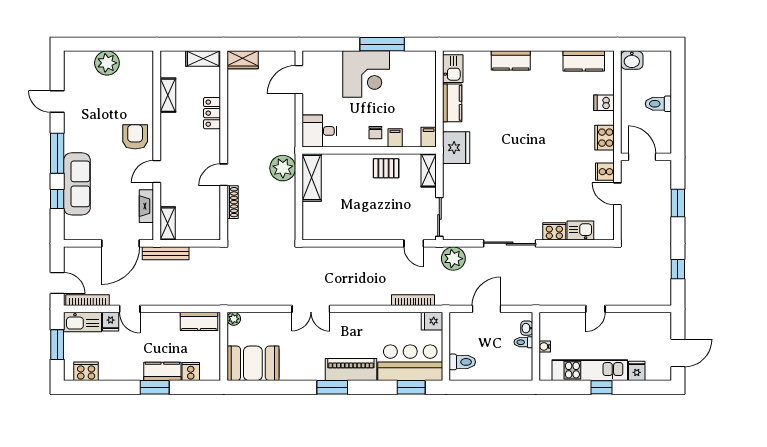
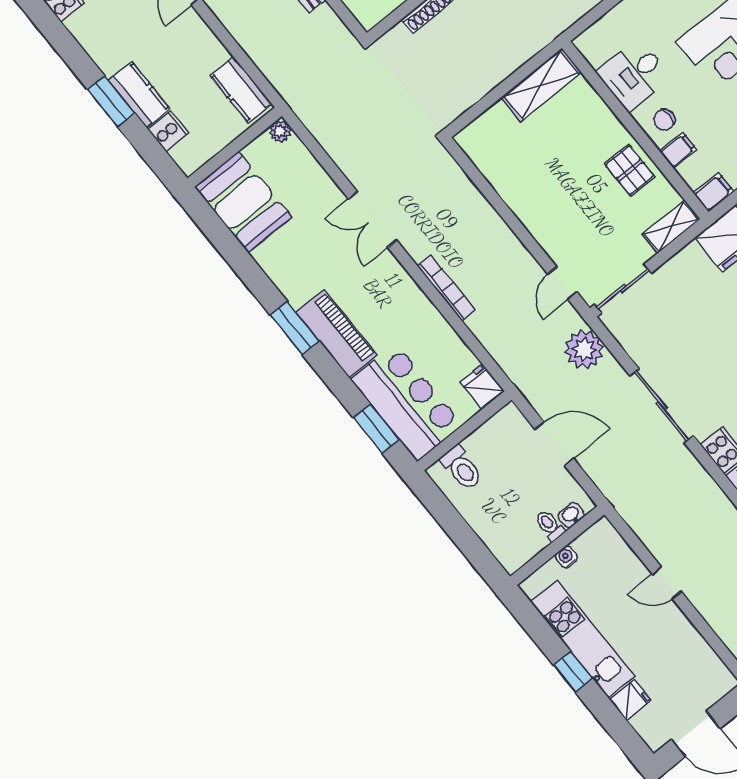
desk: (320, 131) -> (634, 75), moved, turned -90
plant: (283, 168) -> (523, 38), removed
bookcase: (413, 300) -> (446, 288), moved

